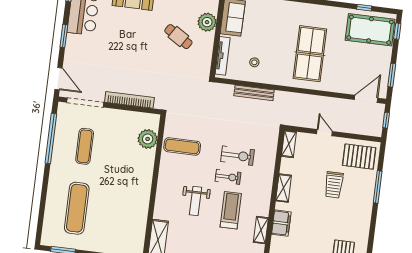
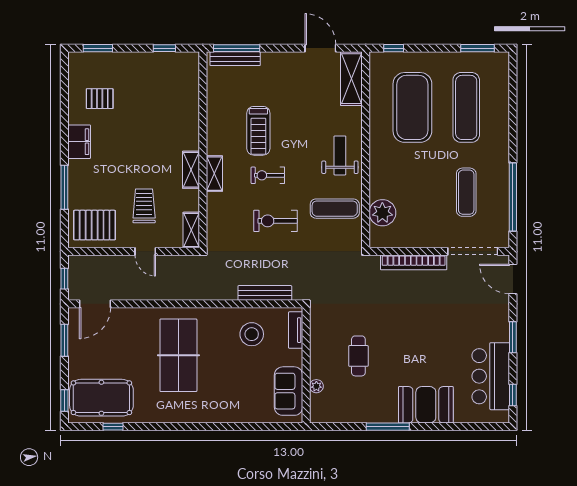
plant: (207, 22) -> (316, 386), width x0.53, depth x0.53
cafe table: (178, 37) -> (358, 356), turned 58
tv unit: (223, 56) -> (296, 330), width x0.71
stool: (254, 62) -> (252, 334), width x1.89, depth x1.89
bench: (254, 93) -> (265, 293), moved
exercise bike: (238, 156) -> (275, 221), moved
trolley: (334, 185) -> (144, 206), moved
weight bench: (195, 201) -> (340, 155), moved
exercise mat: (116, 213) -> (412, 107), added
filing cabinet: (281, 223) -> (79, 142), moved, turned 180
shelving: (261, 230) -> (214, 174), moved

